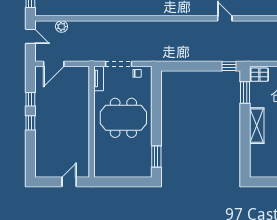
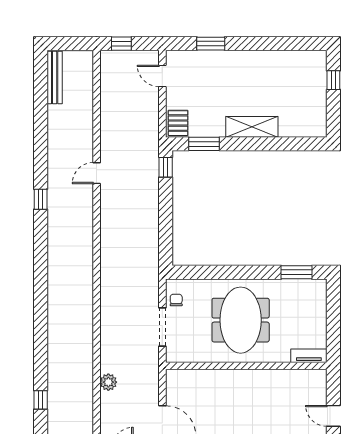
plant: (62, 27) -> (108, 382), moved
tv unit: (99, 78) -> (309, 356), moved
door: (69, 182) -> (333, 416), moved

